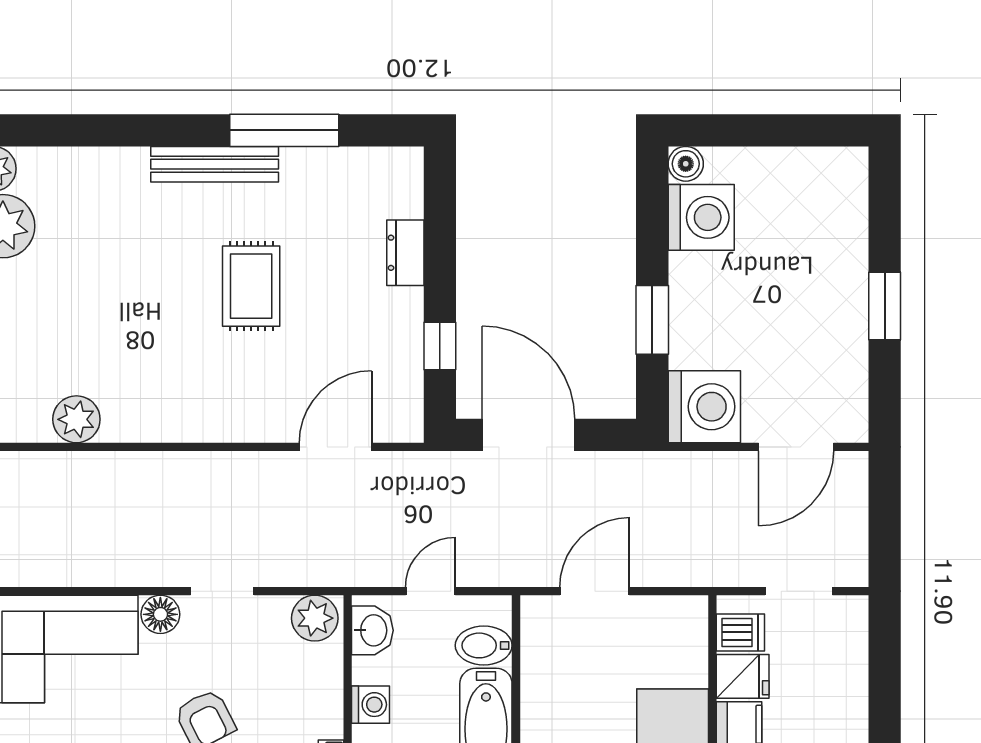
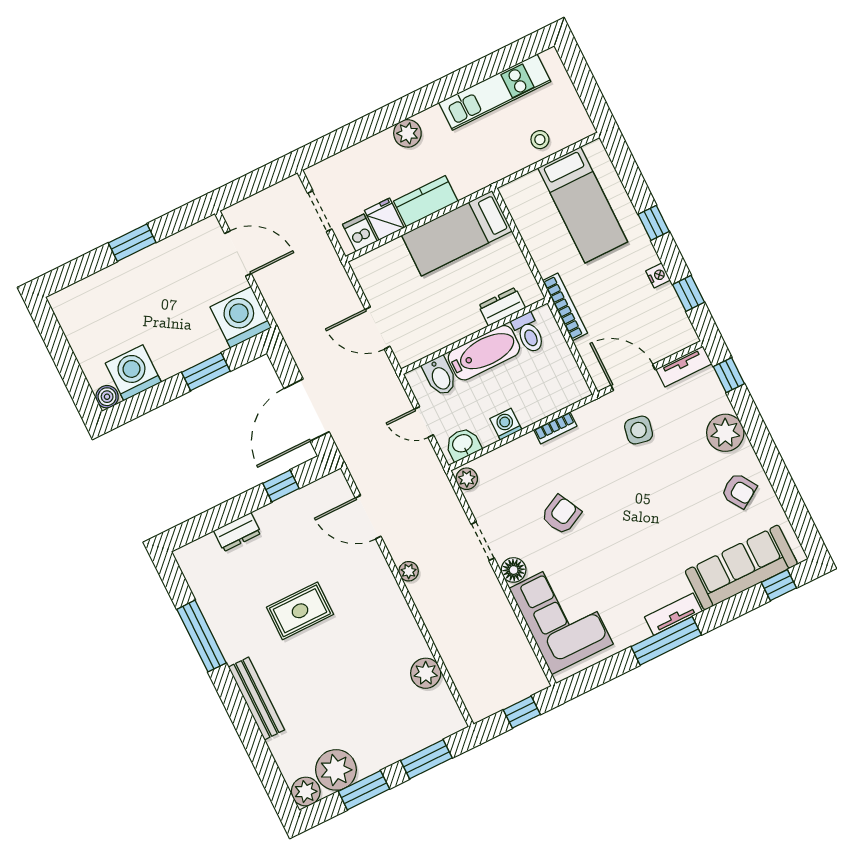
bench: (215, 164) -> (256, 698), moved
plant: (231, 466) -> (409, 571), added
plant: (315, 618) -> (467, 479), width x0.73, depth x0.73

